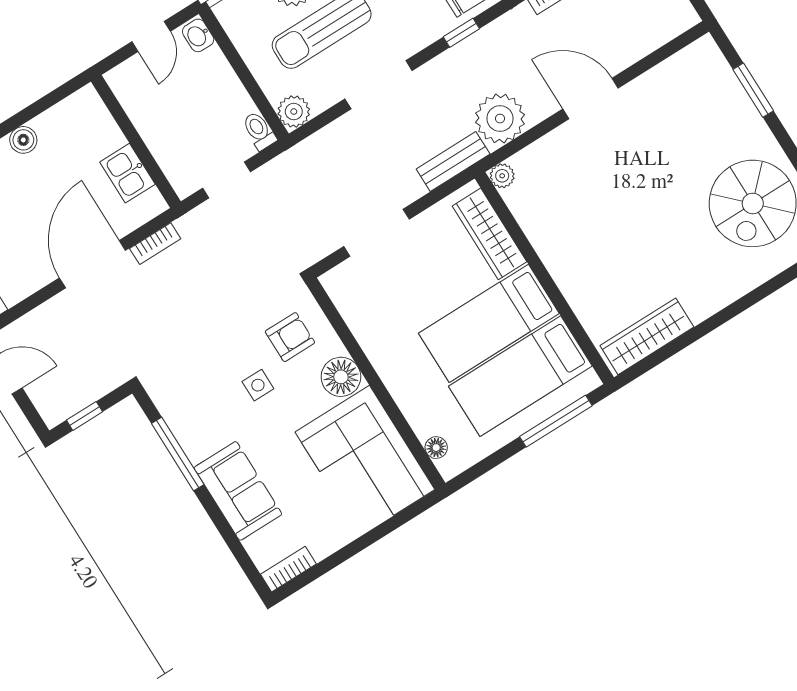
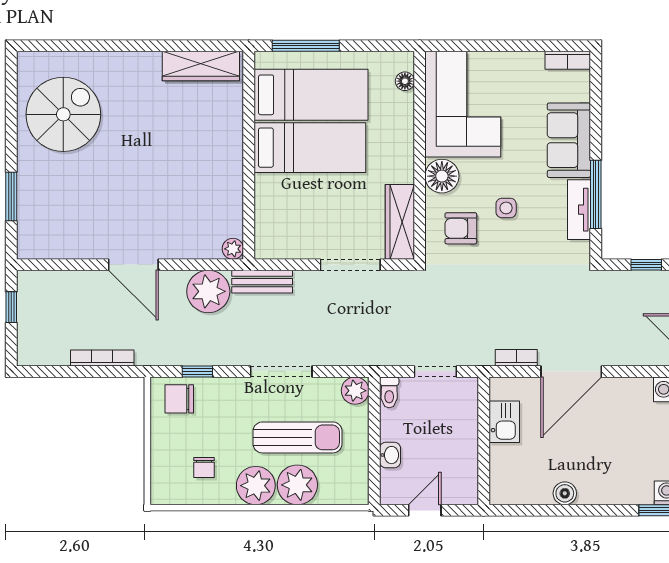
washbasin: (198, 35) -> (390, 455), moved
wardrobe: (489, 234) -> (400, 222), moved, turned 180
tv unit: (185, 429) -> (579, 210), added

